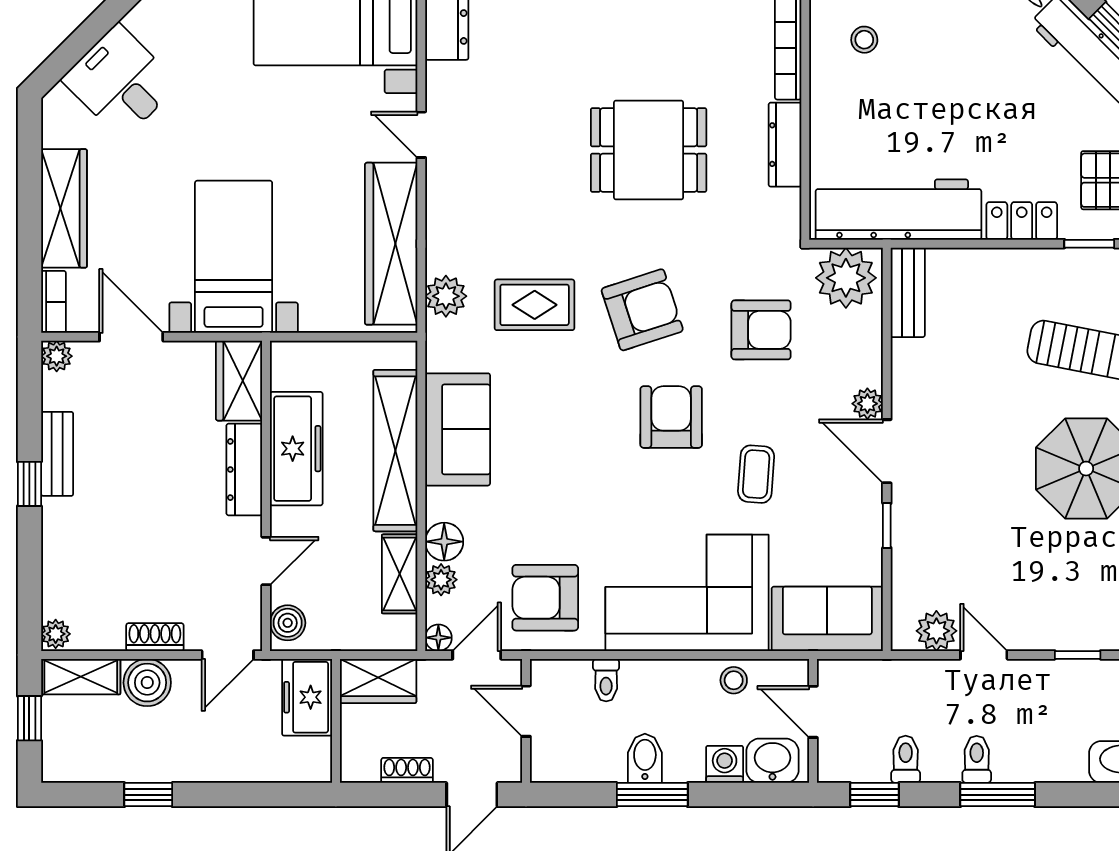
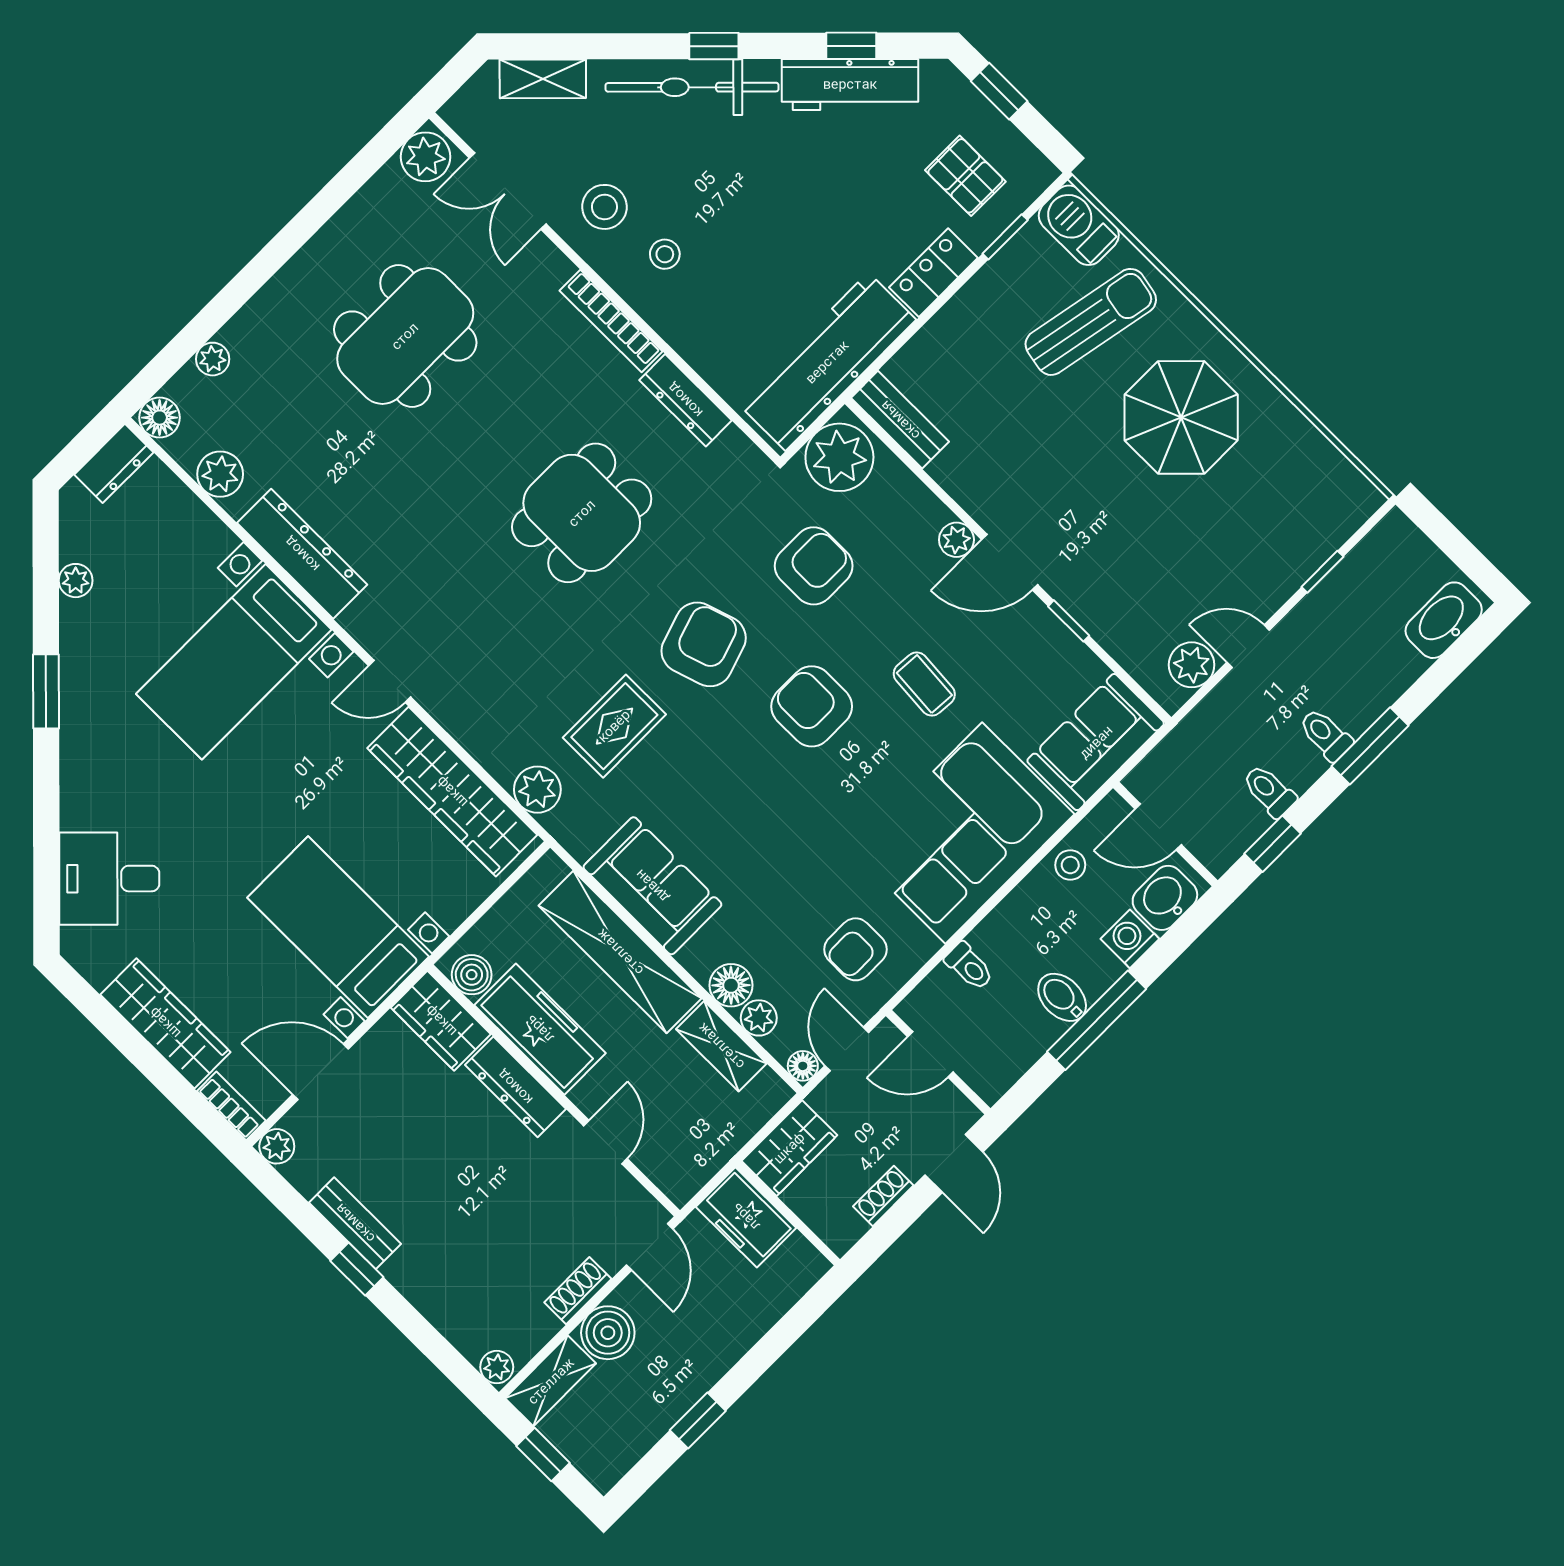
armchair: (545, 598) -> (856, 949), width x0.72, depth x0.72
boiler: (288, 623) -> (472, 975), moved
window: (652, 795) -> (1097, 1020), width x1.44

